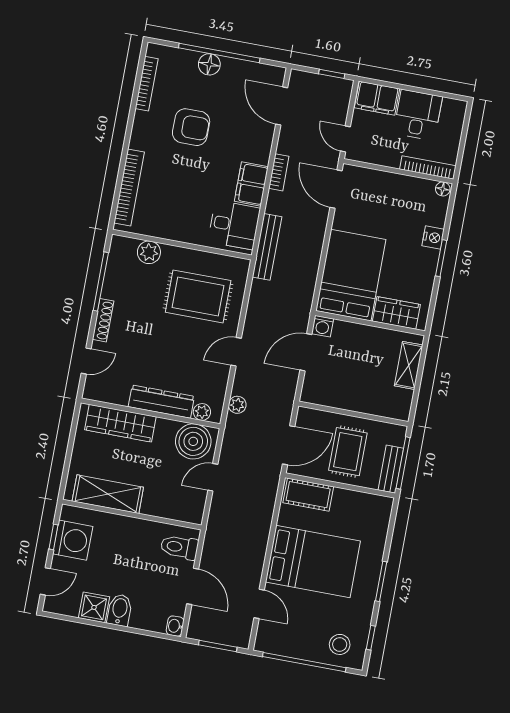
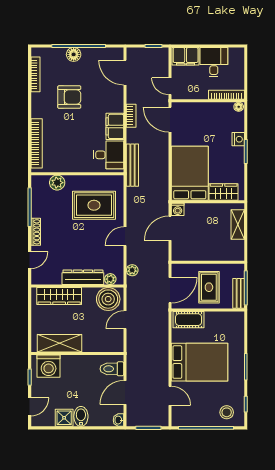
washing machine: (73, 540) -> (49, 366), moved, turned 90
door: (193, 586) -> (125, 392), swing flipped

